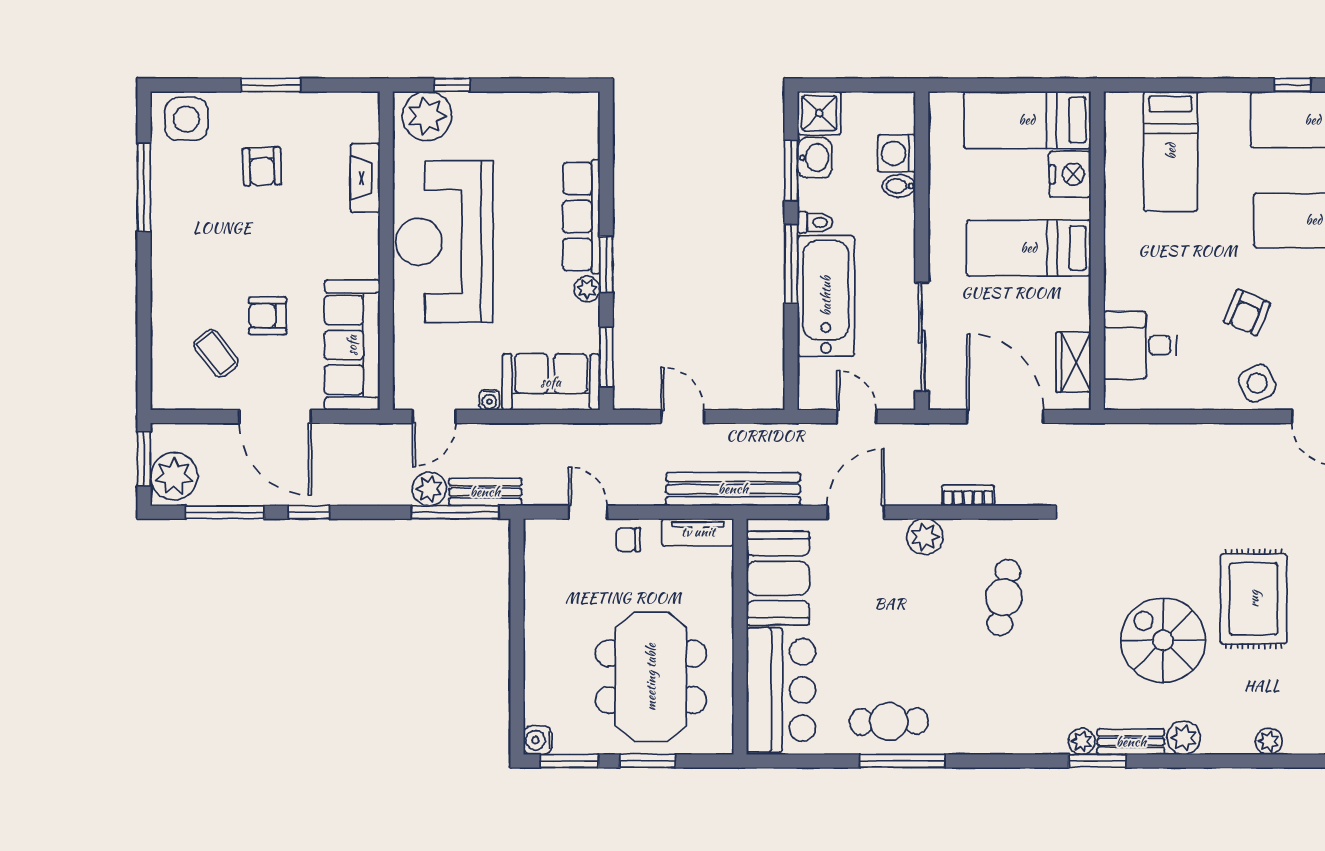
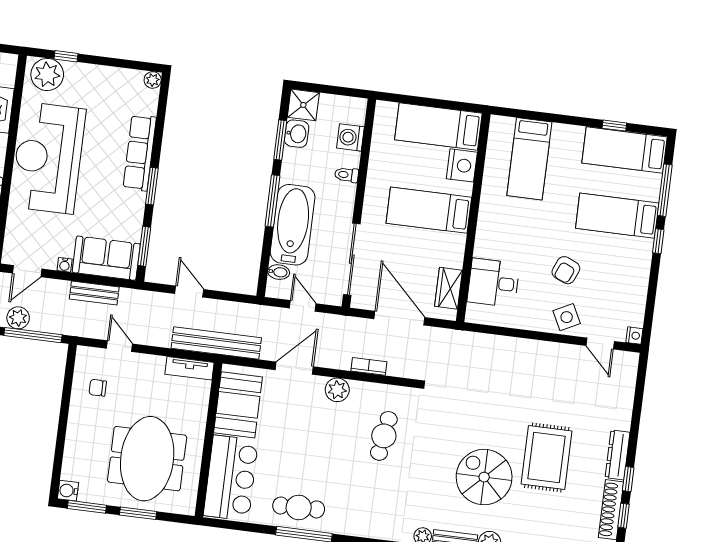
bidet: (899, 186) -> (279, 272), moved, turned 180
toilet: (815, 222) -> (347, 175), moved, turned 180
plant: (587, 289) -> (153, 80), moved
bench: (485, 492) -> (94, 293), moved
chair: (628, 540) -> (98, 388), moved

